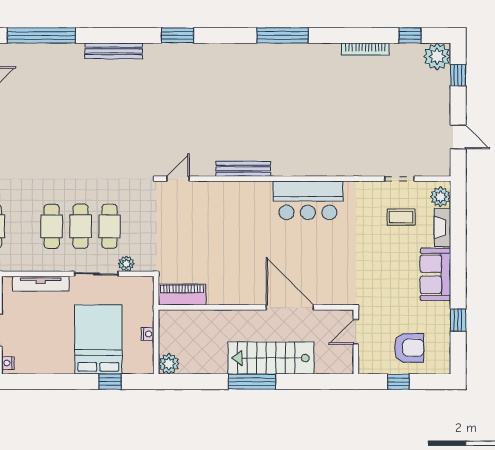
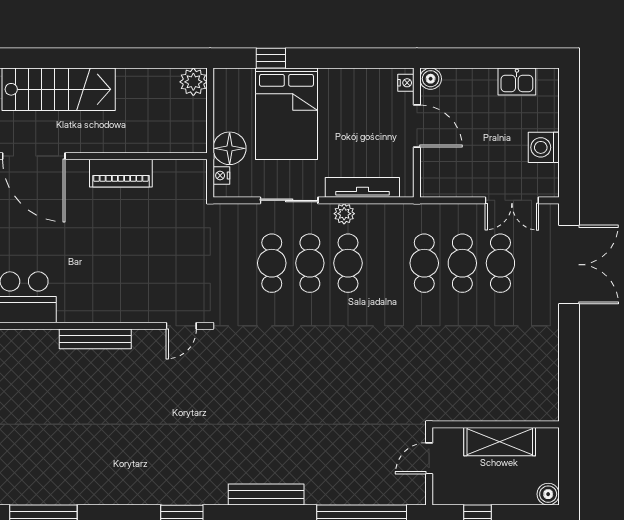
plant: (126, 264) -> (344, 214), moved
piano: (182, 295) -> (121, 173), moved
floor lamp: (141, 313) -> (230, 148), added
nightstand: (148, 334) -> (221, 176), moved
window: (252, 382) -> (84, 58), removed

